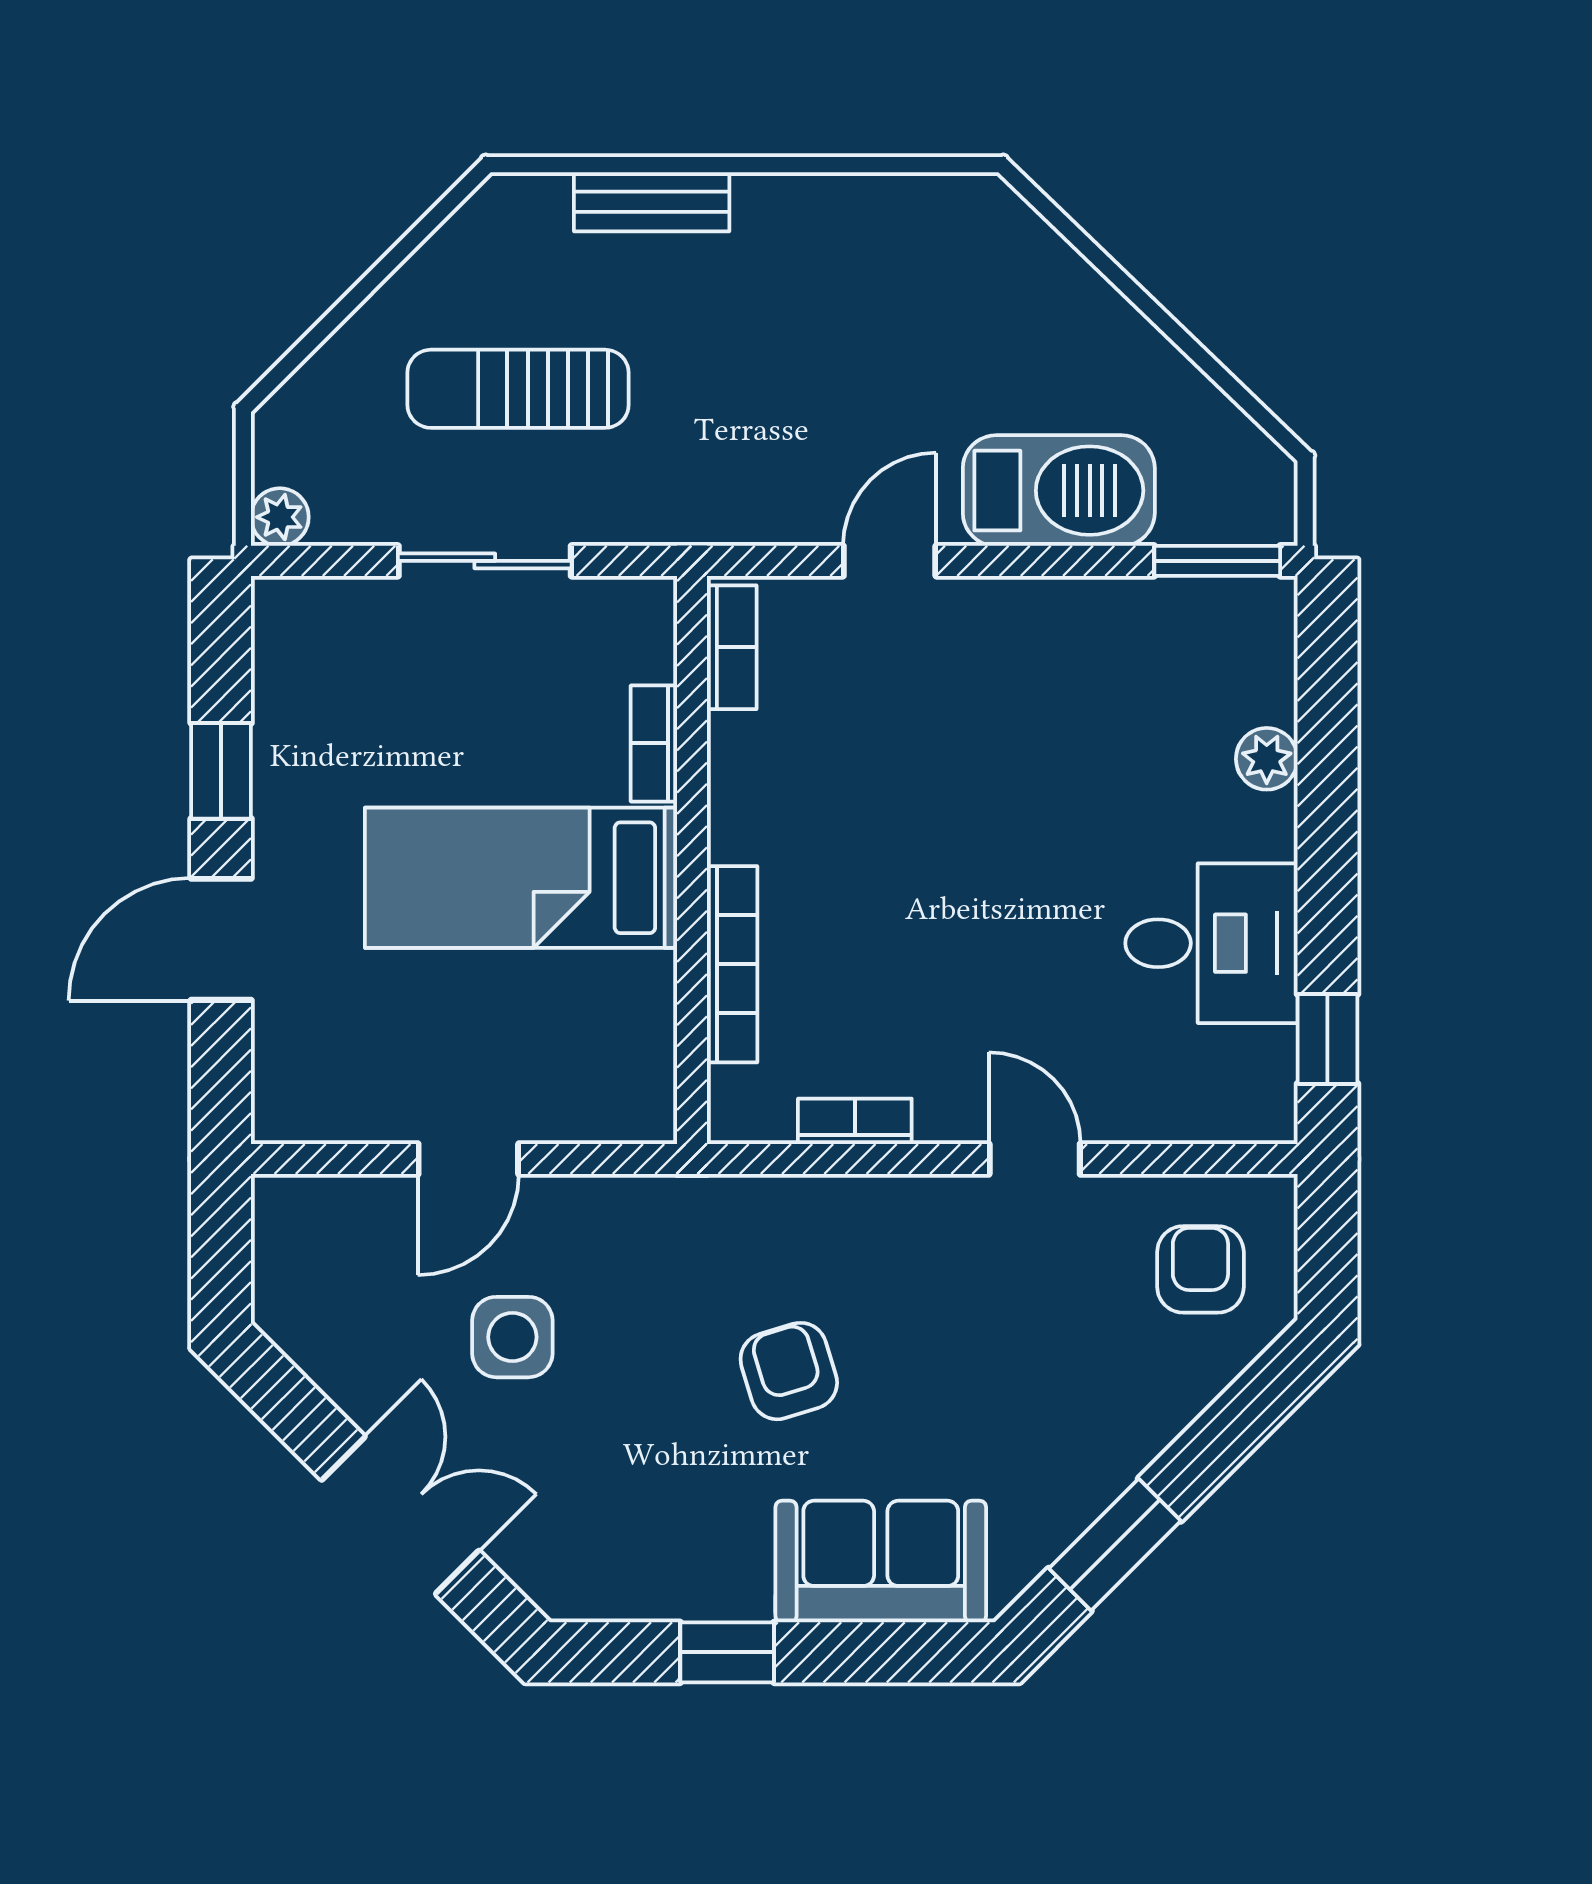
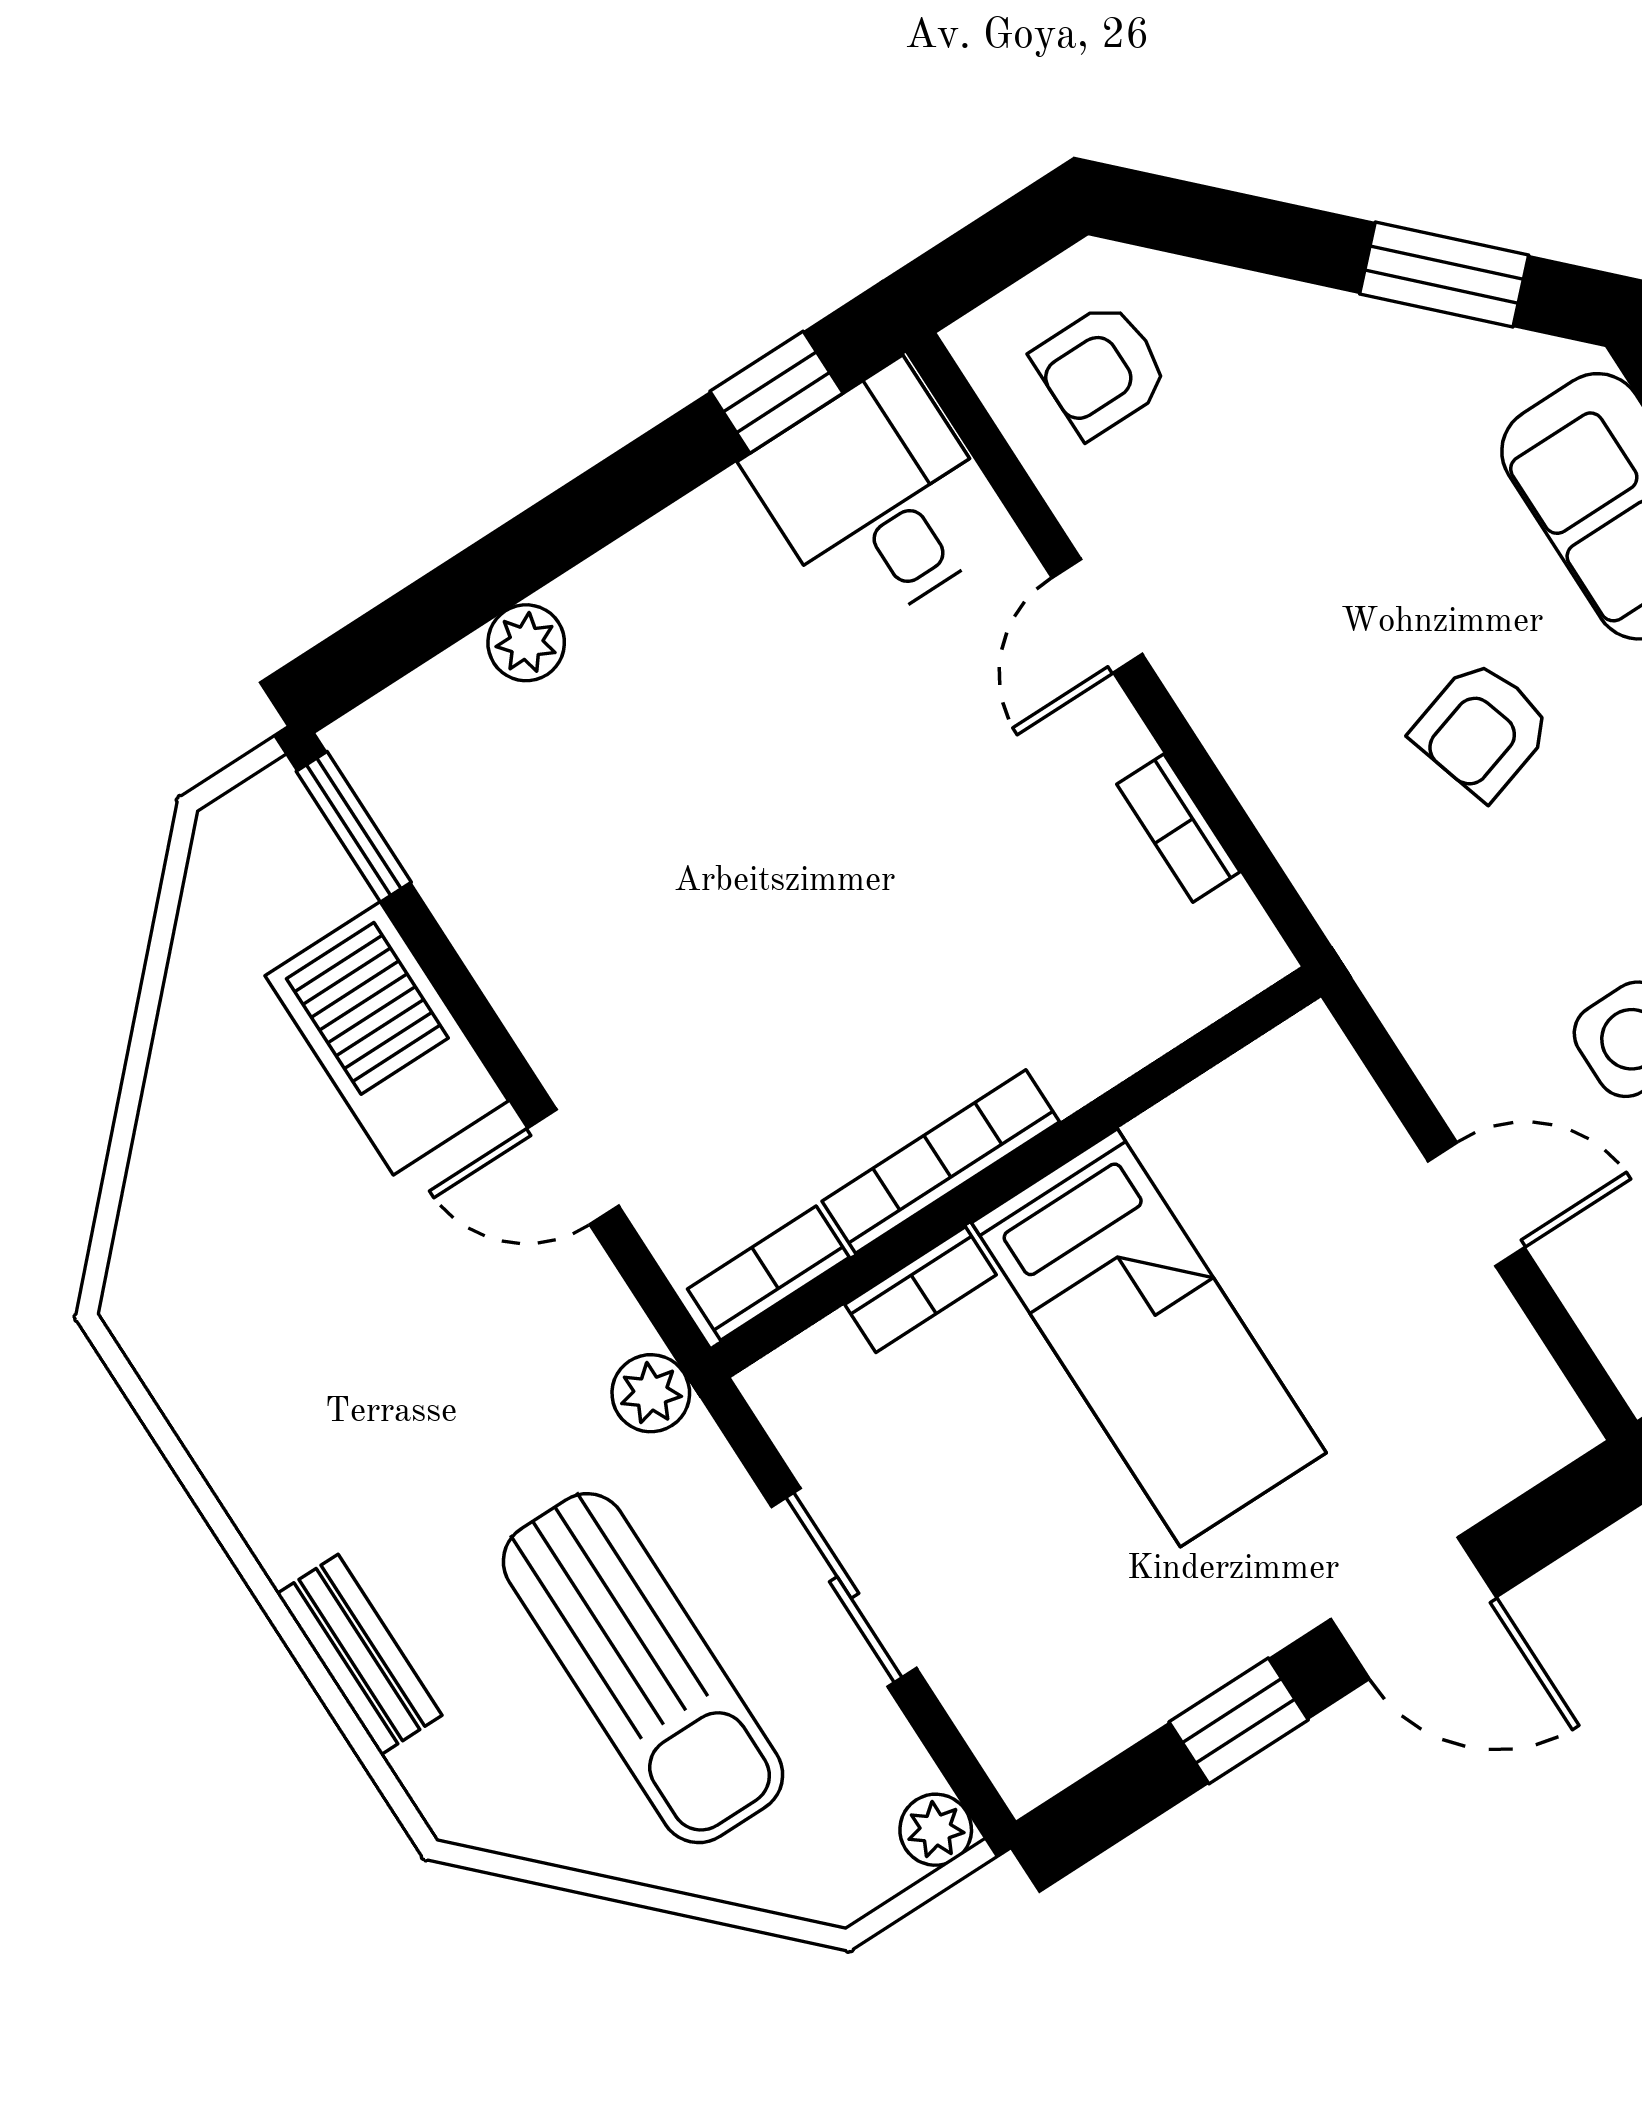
sun lounger: (518, 389) -> (643, 1668), width x1.36, depth x1.34
plant: (702, 515) -> (651, 1393), added
desk: (1211, 943) -> (877, 498), moved
bookcase: (732, 964) -> (941, 1162), moved

